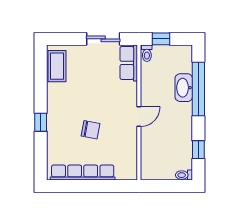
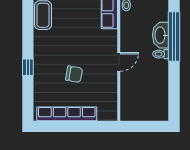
window: (198, 150) -> (174, 92), removed
toilet: (184, 175) -> (161, 54), moved

